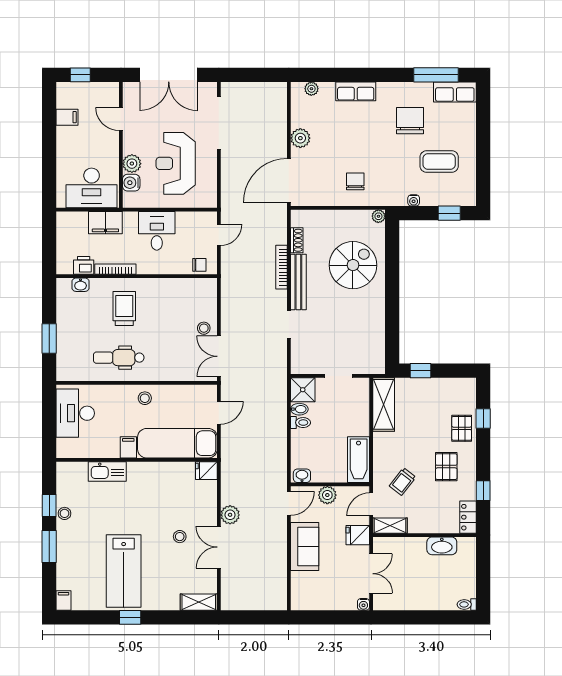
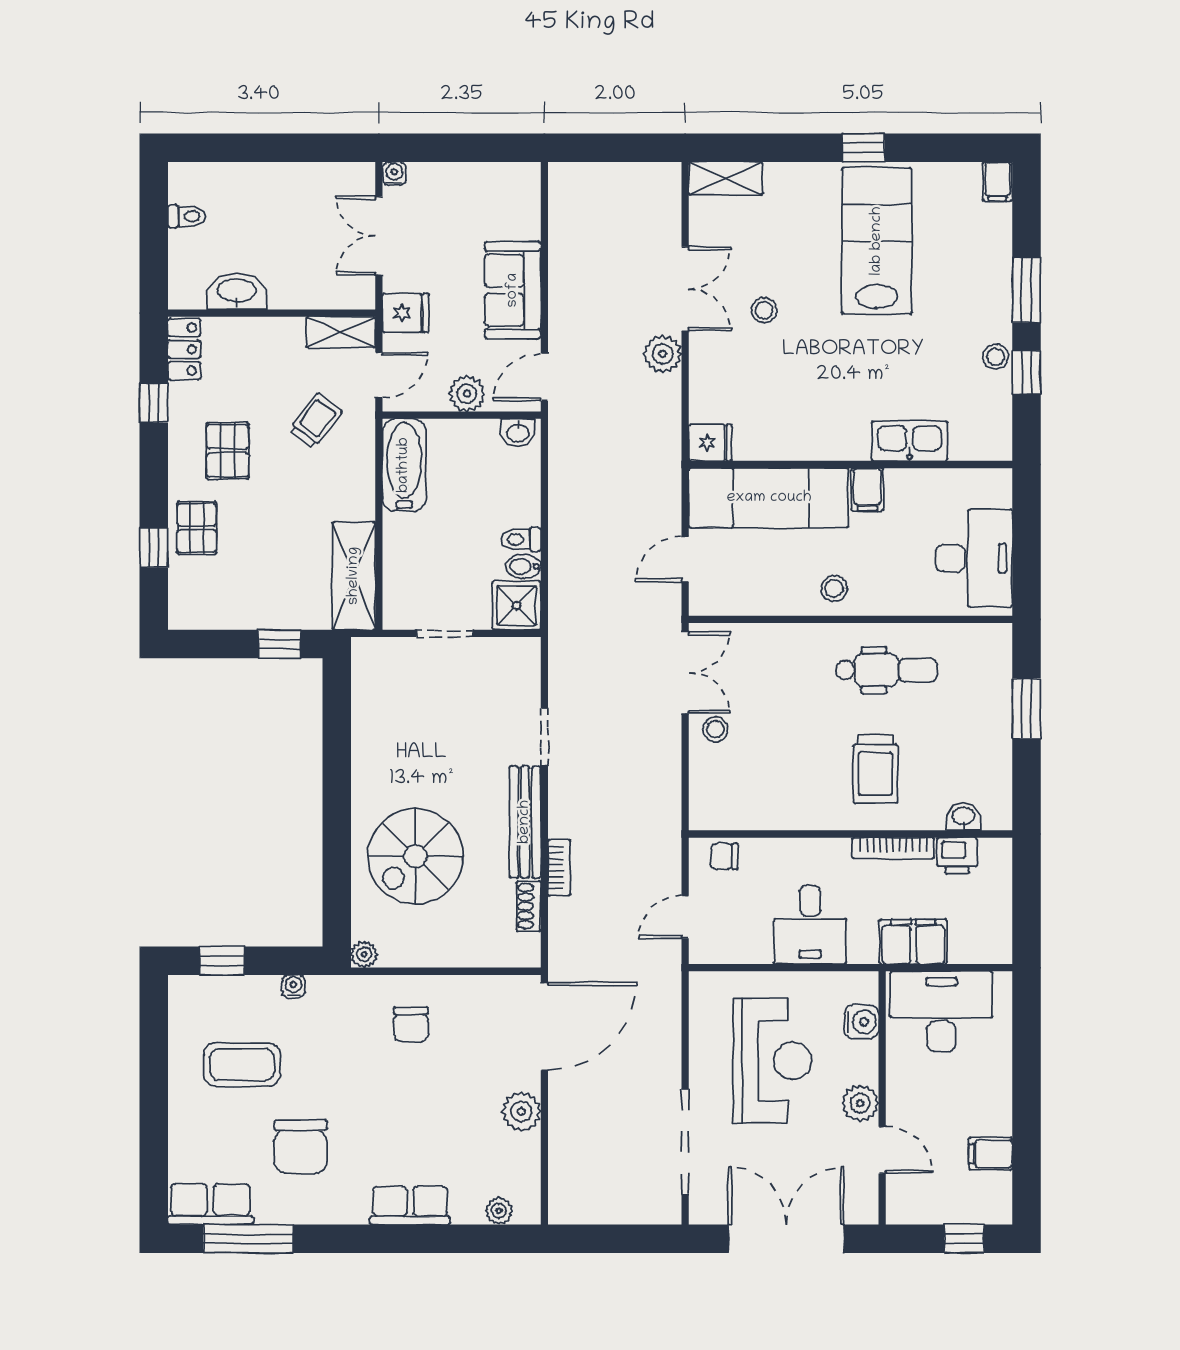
plant: (132, 164) -> (860, 1103), moved
bookcase: (281, 267) -> (559, 868), width x0.64
toilet: (467, 604) -> (187, 216), moved

